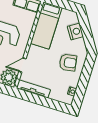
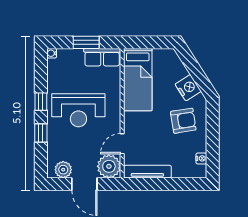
nightstand: (75, 32) -> (188, 88), moved

